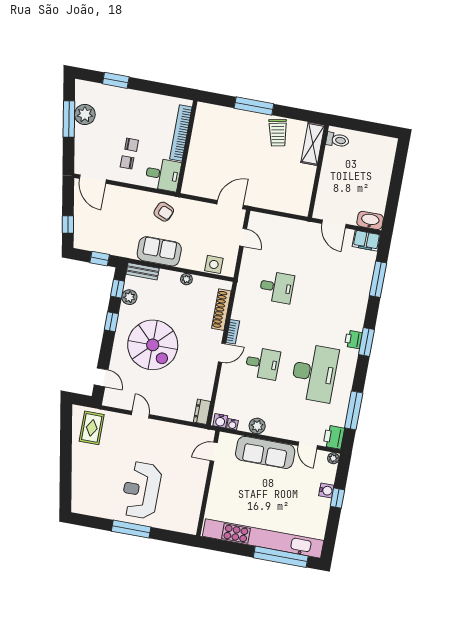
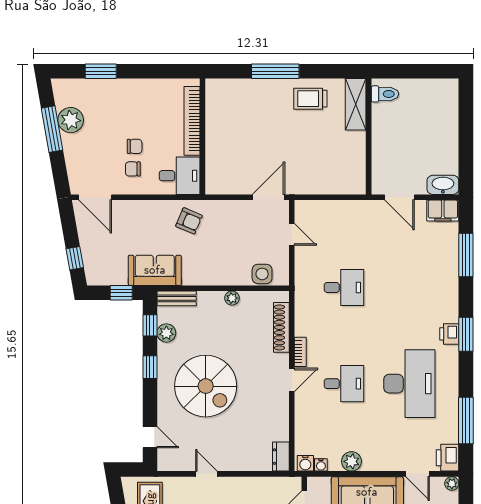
trolley: (278, 133) -> (310, 99), turned 102
sofa: (159, 251) -> (155, 270), moved

